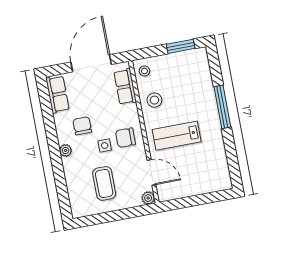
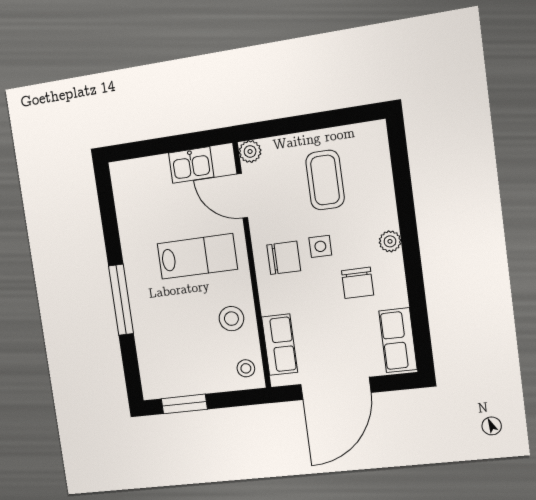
kitchen sink: (183, 189) -> (191, 165), added

